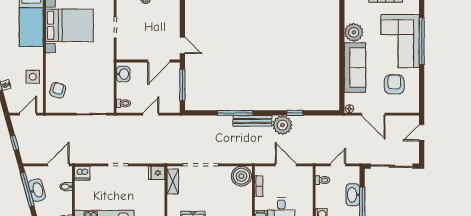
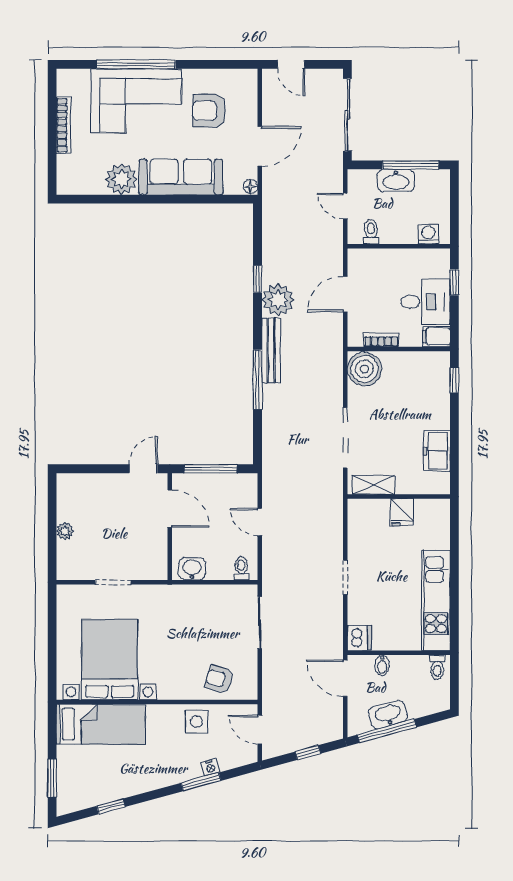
fridge: (157, 173) -> (402, 512), moved

